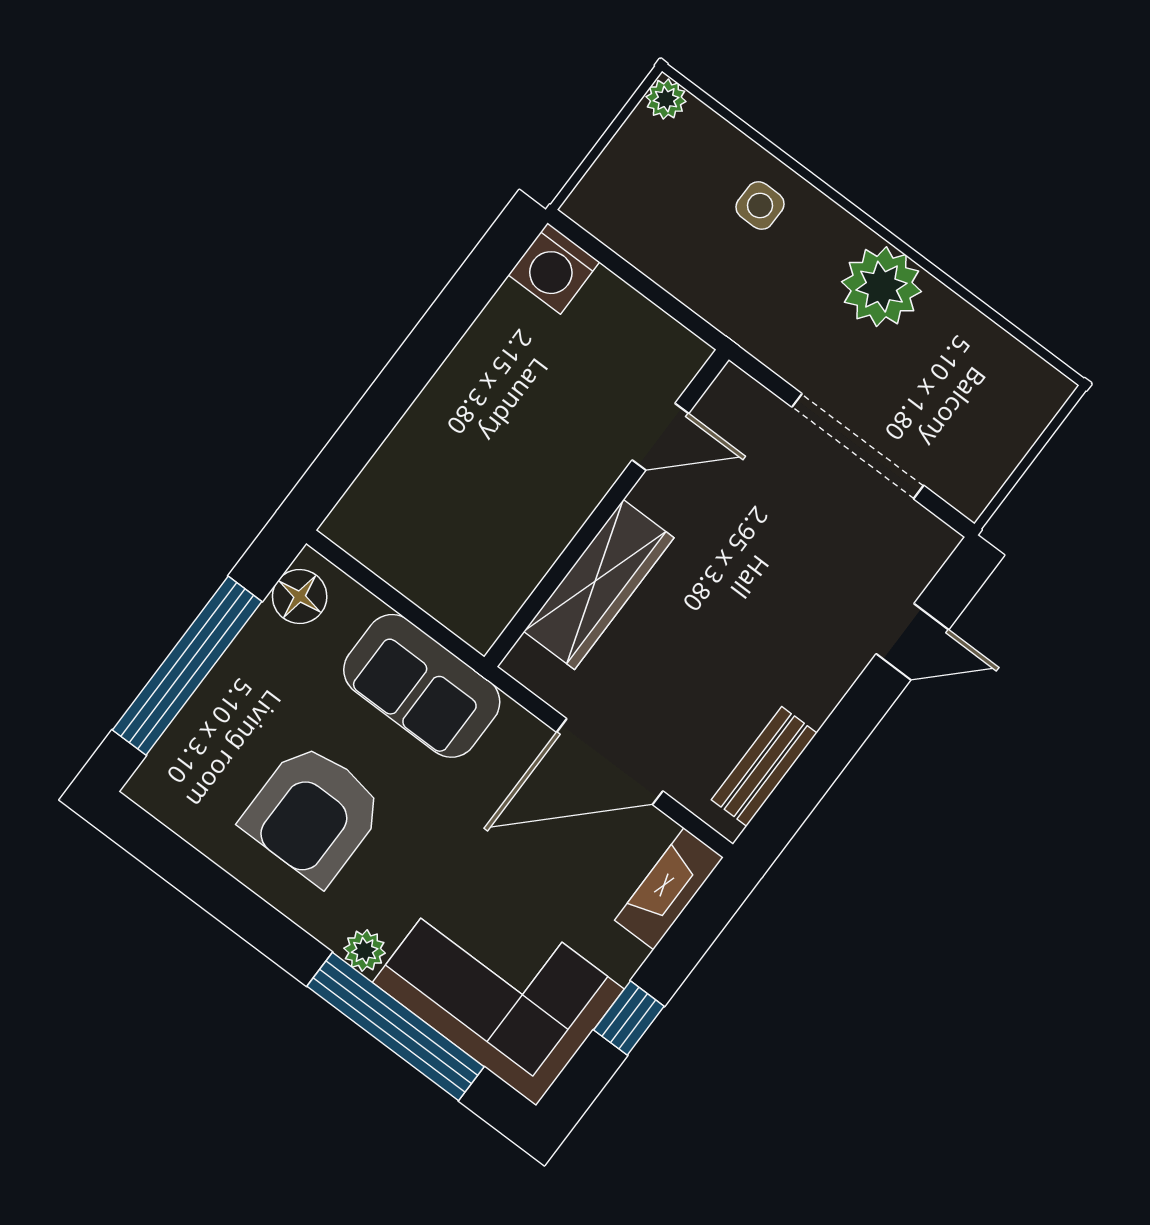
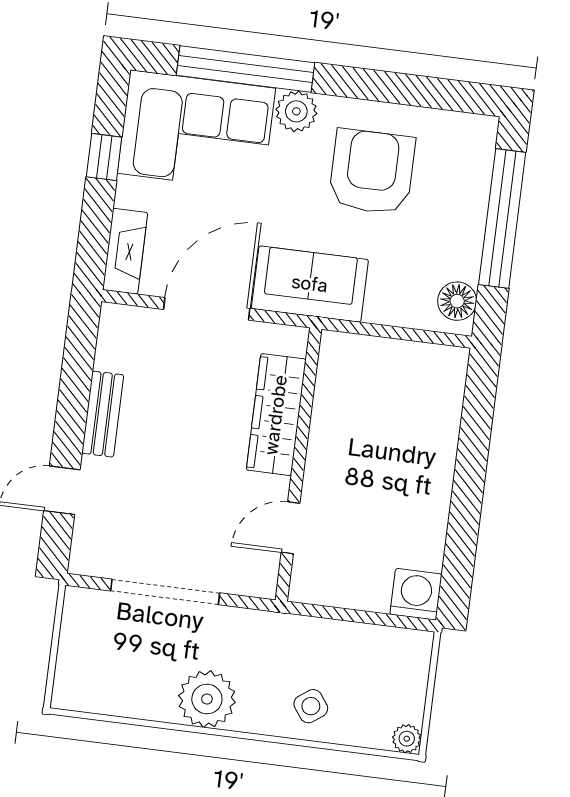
side table: (760, 206) -> (311, 706), turned -36
sofa: (422, 686) -> (310, 284), moved
bench: (764, 766) -> (103, 414), moved
plant: (365, 951) -> (296, 111), width x1.38, depth x1.38

